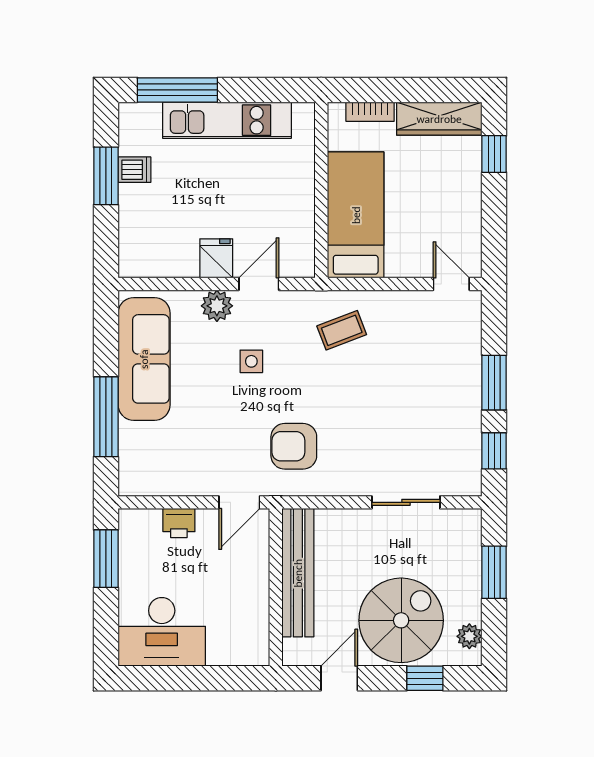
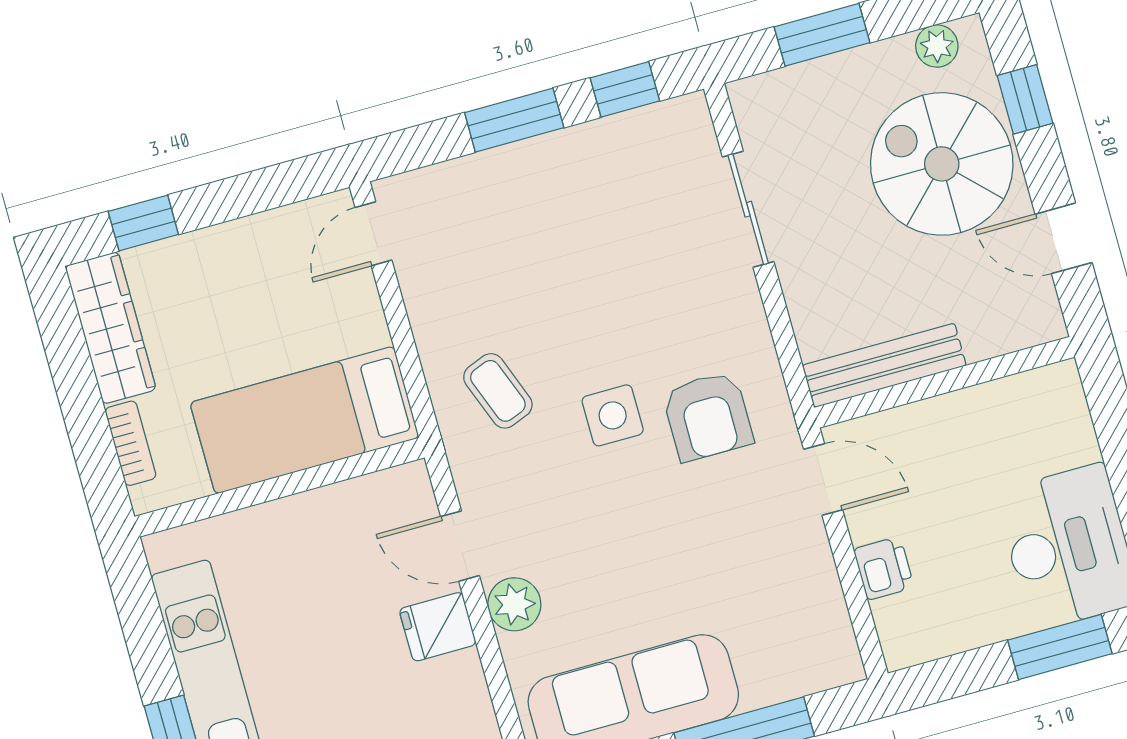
side table: (251, 361) -> (613, 415), moved, width x1.37, depth x1.37
window: (106, 559) -> (1060, 647), moved
bench: (298, 573) -> (884, 365), width x0.73, depth x0.82

